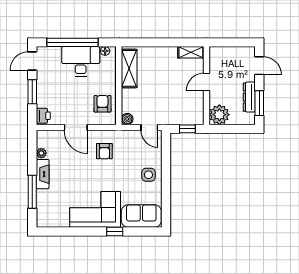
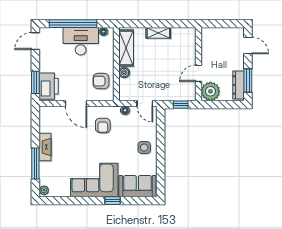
shelving: (191, 52) -> (158, 33), moved
door: (207, 82) -> (198, 73), moved
window: (32, 92) -> (35, 82), moved
dresser: (249, 97) -> (238, 85), moved
armchair: (102, 104) -> (101, 81), turned -90
printer: (43, 116) -> (49, 86), width x1.87, depth x1.48
boiler: (127, 119) -> (124, 72), moved
floor lamp: (128, 135) -> (125, 110), added
plant: (41, 153) -> (44, 190), moved

